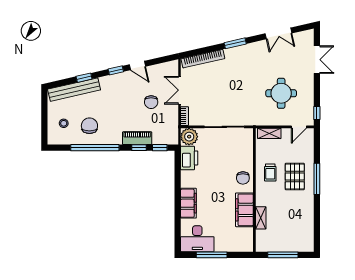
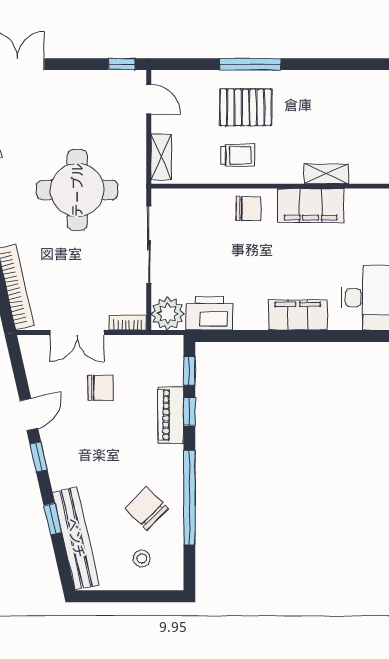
round table: (281, 93) -> (77, 190), moved, width x1.36, depth x1.36
chair: (89, 126) -> (147, 508), turned 45

